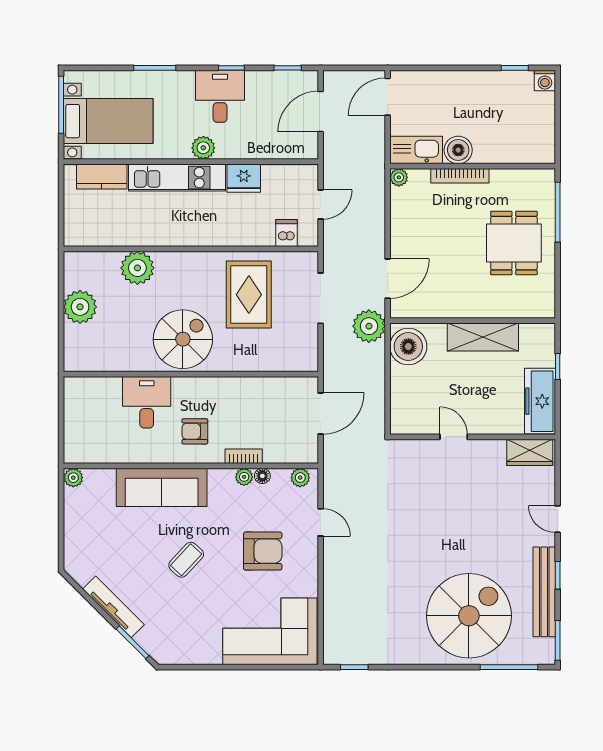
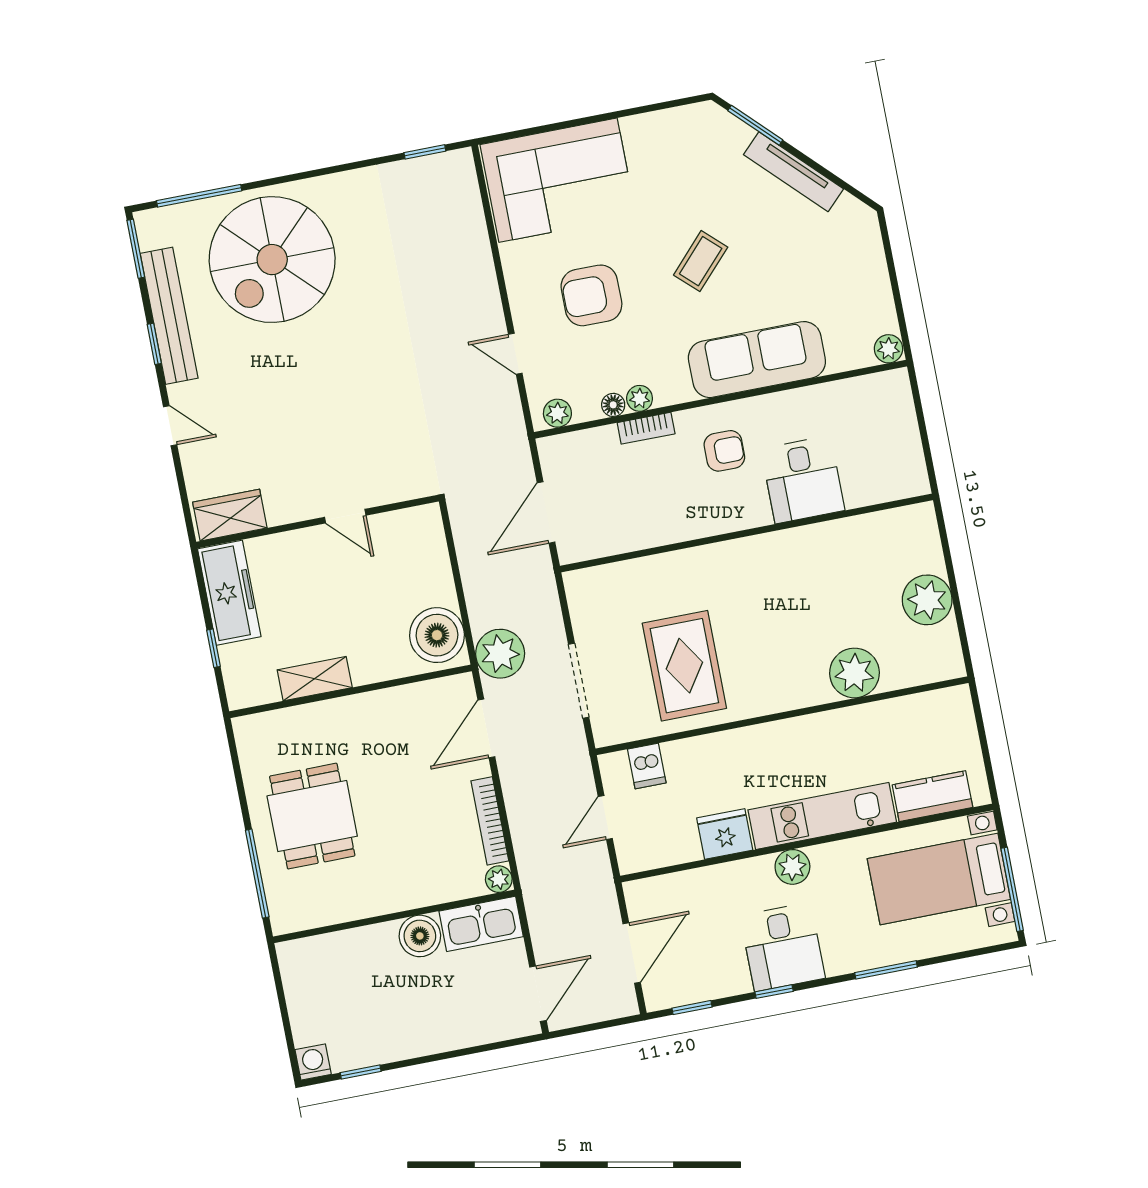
bookcase: (460, 176) -> (490, 821), moved, turned -90
shelving: (483, 337) -> (315, 679), width x0.67, depth x0.75
spiral stairs: (183, 339) -> (768, 582), removed

